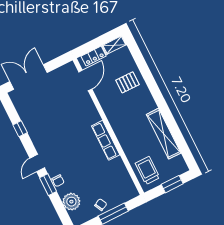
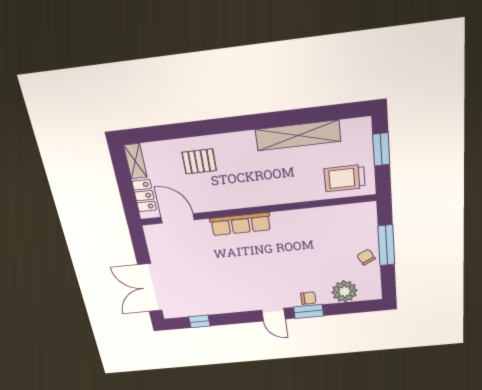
pallet: (127, 82) -> (199, 161), turned 90
window: (20, 129) -> (199, 321), moved
row of seats: (106, 140) -> (241, 224), moved

